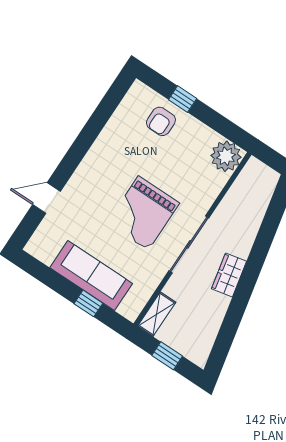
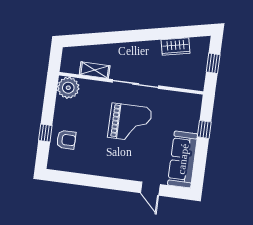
wardrobe: (229, 275) -> (175, 46), moved
sofa: (91, 276) -> (183, 159), moved
shelving: (157, 314) -> (95, 70), moved

